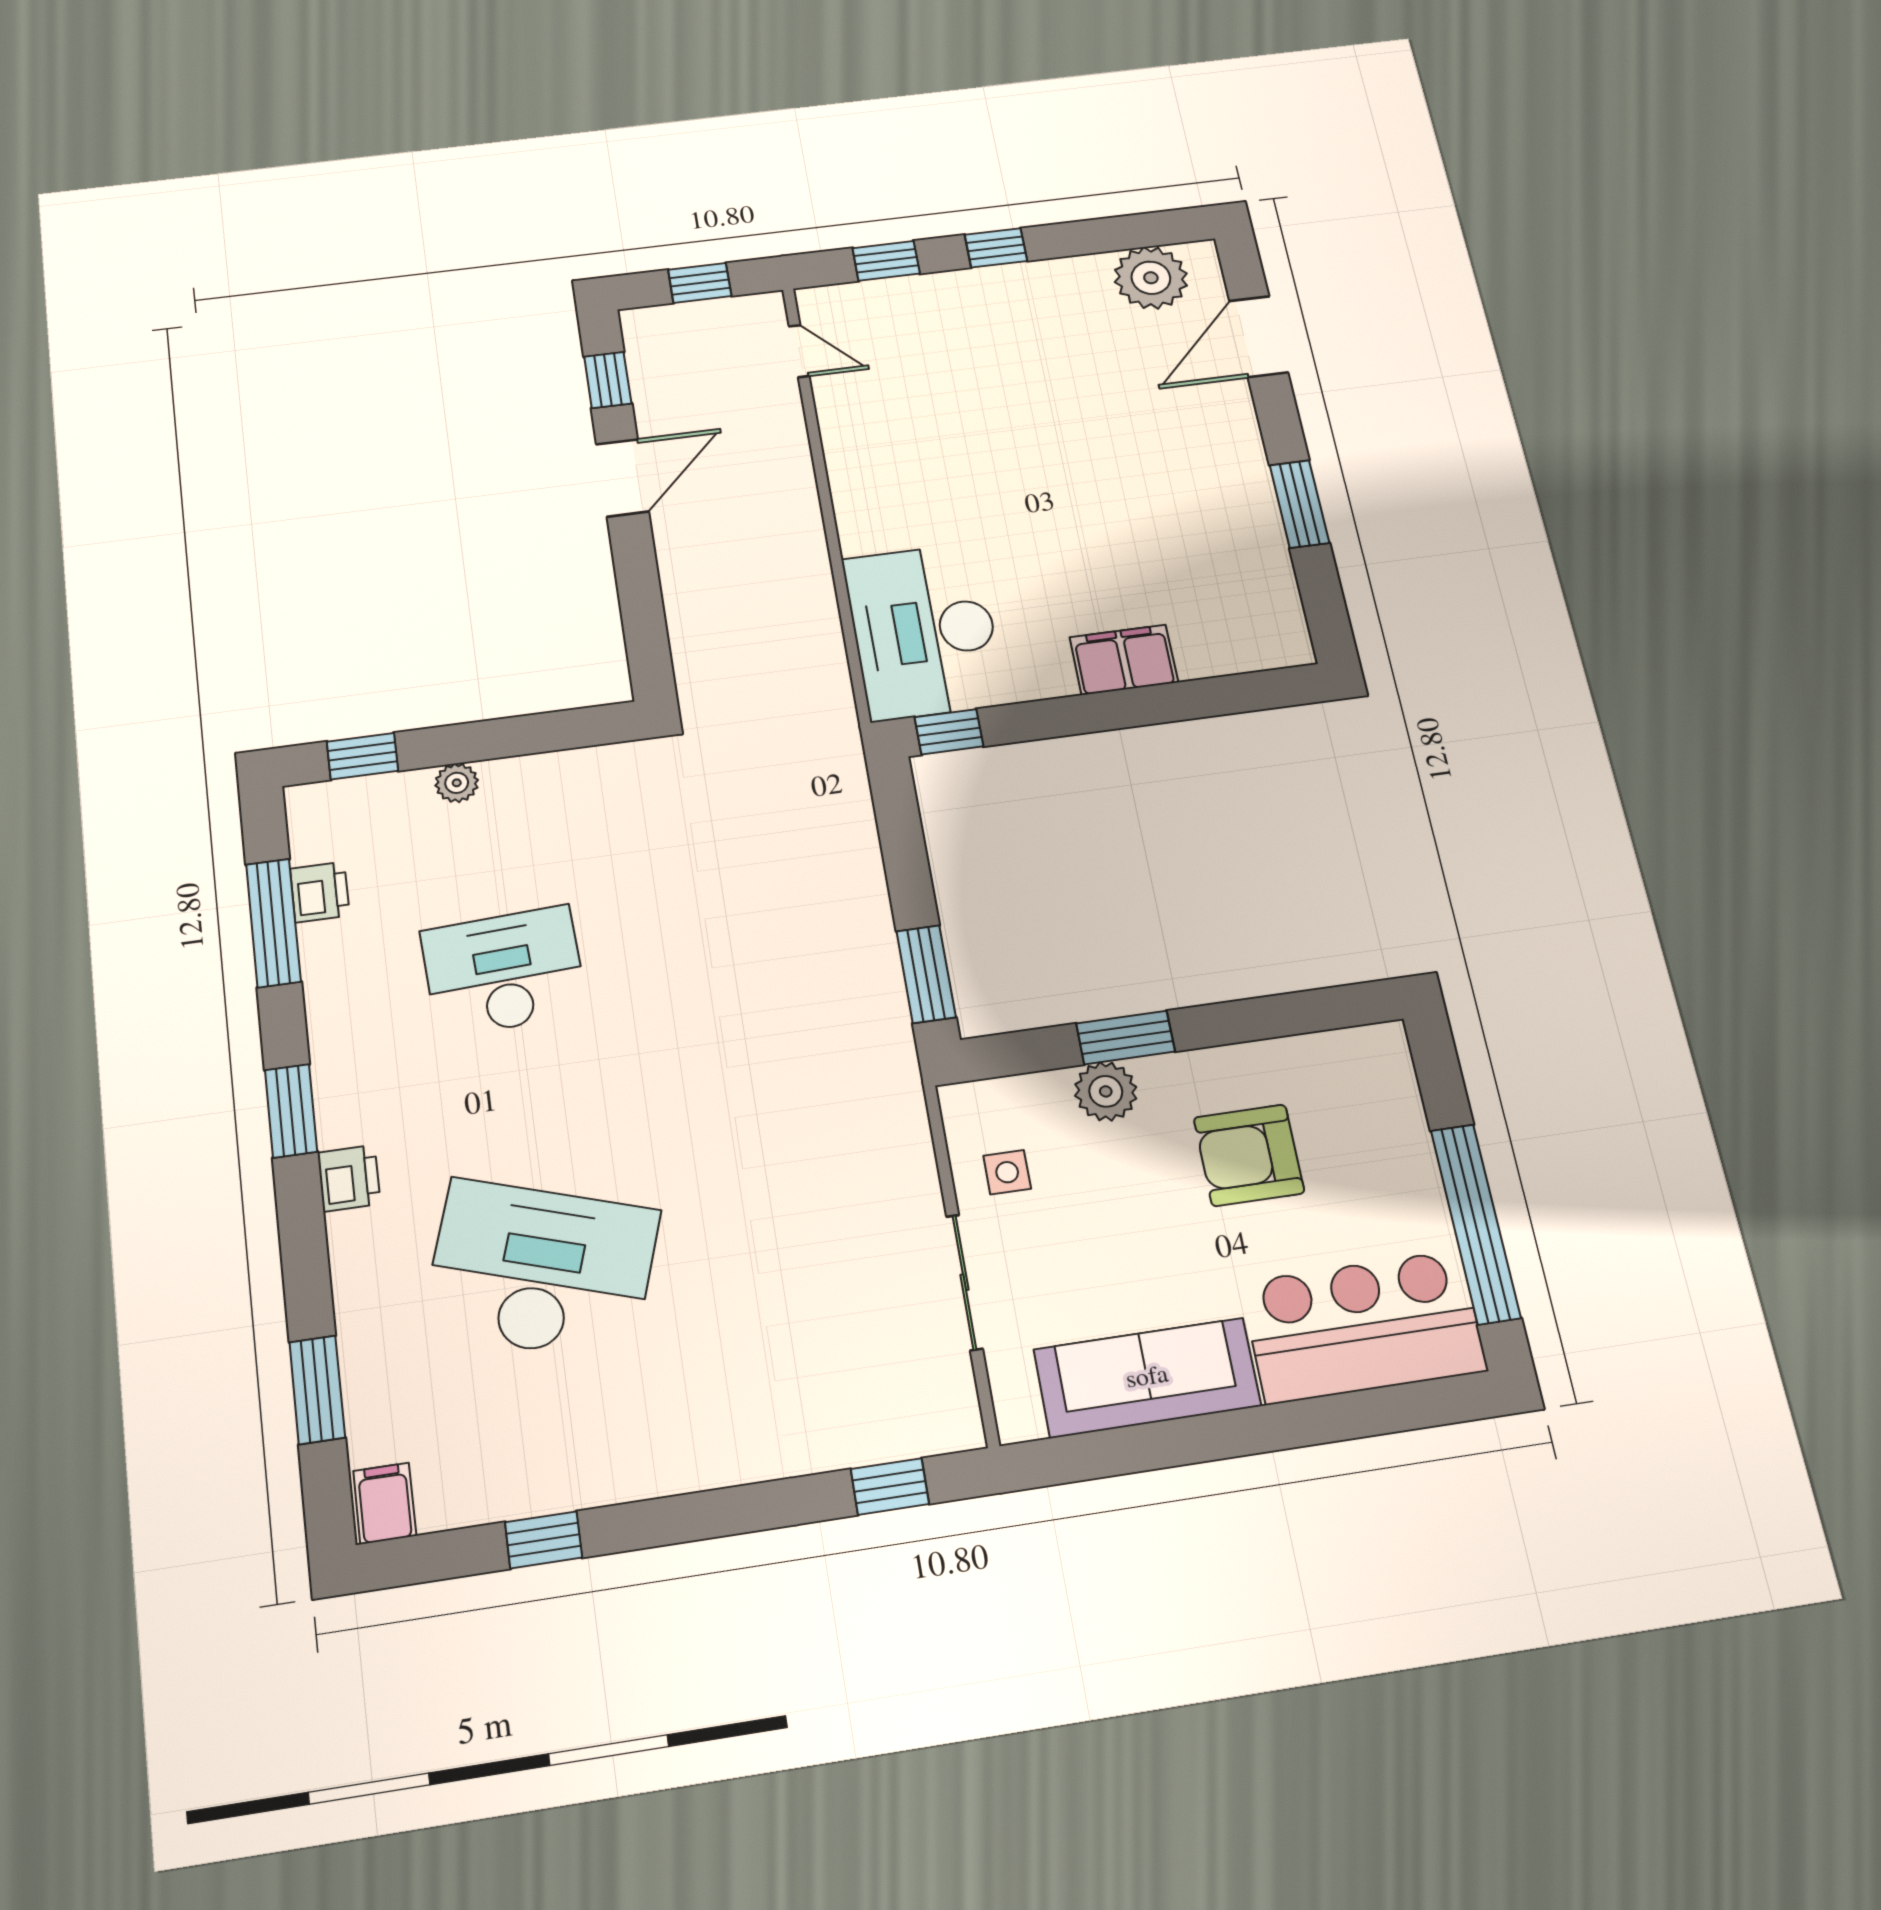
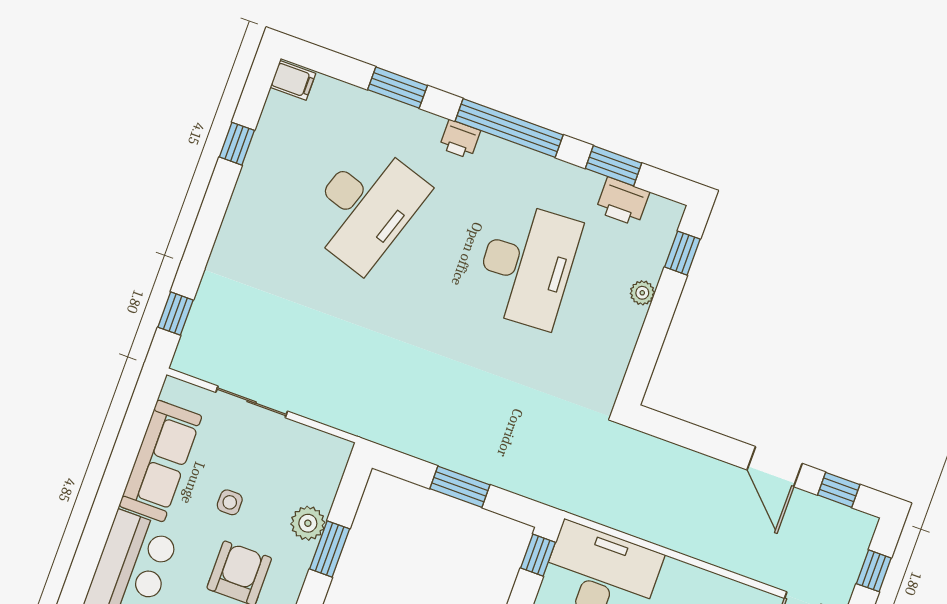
printer: (320, 892) -> (623, 202), width x1.36, depth x1.24
window: (273, 923) -> (614, 166), width x0.69
desk: (504, 972) -> (527, 265), width x1.36, depth x1.30
window: (926, 974) -> (460, 487), moved
window: (291, 1111) -> (509, 128), width x2.11
side table: (1007, 1172) -> (230, 502), moved
window: (317, 1390) -> (398, 88), moved

